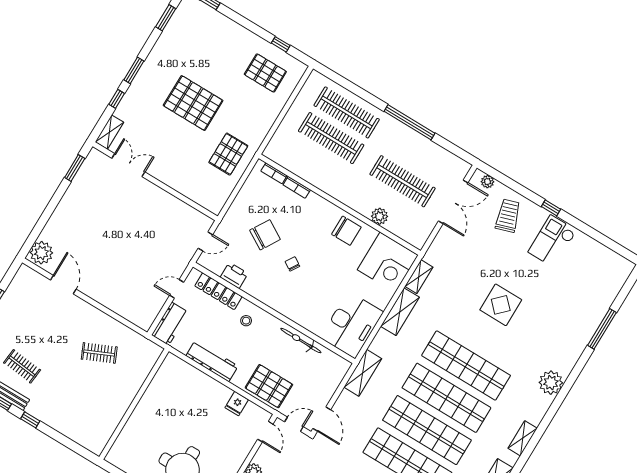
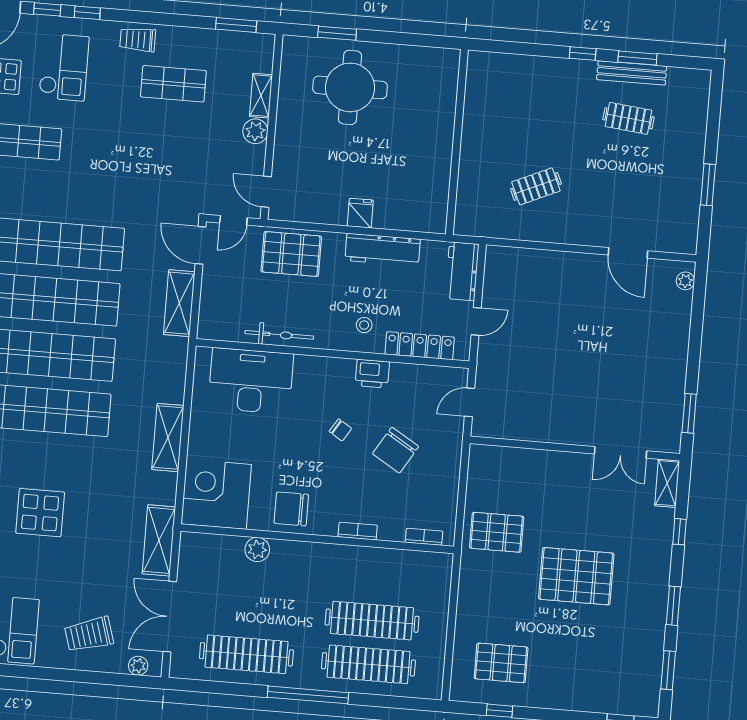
window: (134, 70) -> (673, 606), moved
window: (409, 122) -> (308, 695), moved
pallet: (228, 154) -> (497, 532), turned 90
clothes rail: (403, 181) -> (246, 654), moved
bookcase: (297, 187) -> (358, 531), moved
window: (551, 208) -> (38, 673), removed
trolley: (508, 216) -> (89, 634), turned 91
plant: (41, 253) -> (685, 281), width x0.53, depth x0.53
printer: (234, 275) -> (372, 374), moved
shelving: (419, 277) -> (159, 540), moved, width x1.50, depth x1.33
desk: (352, 325) -> (251, 381), moved, turned 90
shelving: (363, 373) -> (179, 303), moved
fridge: (237, 404) -> (360, 213), moved

